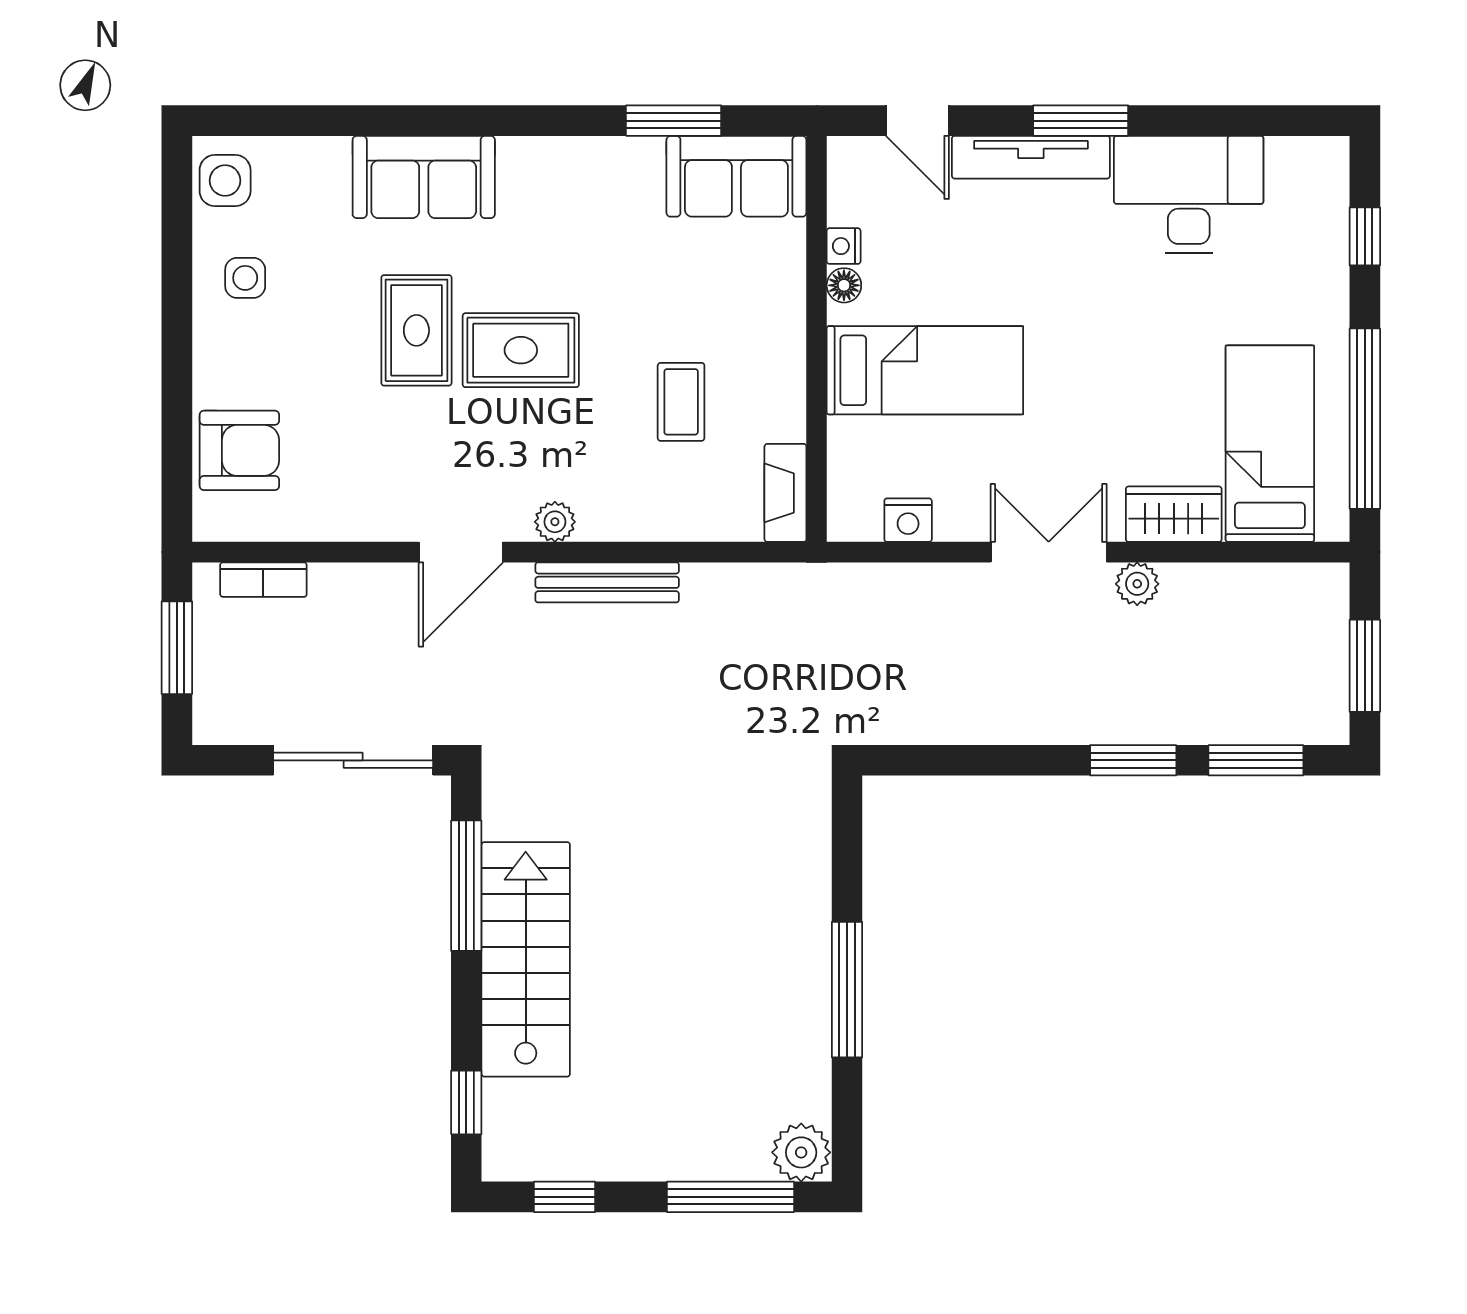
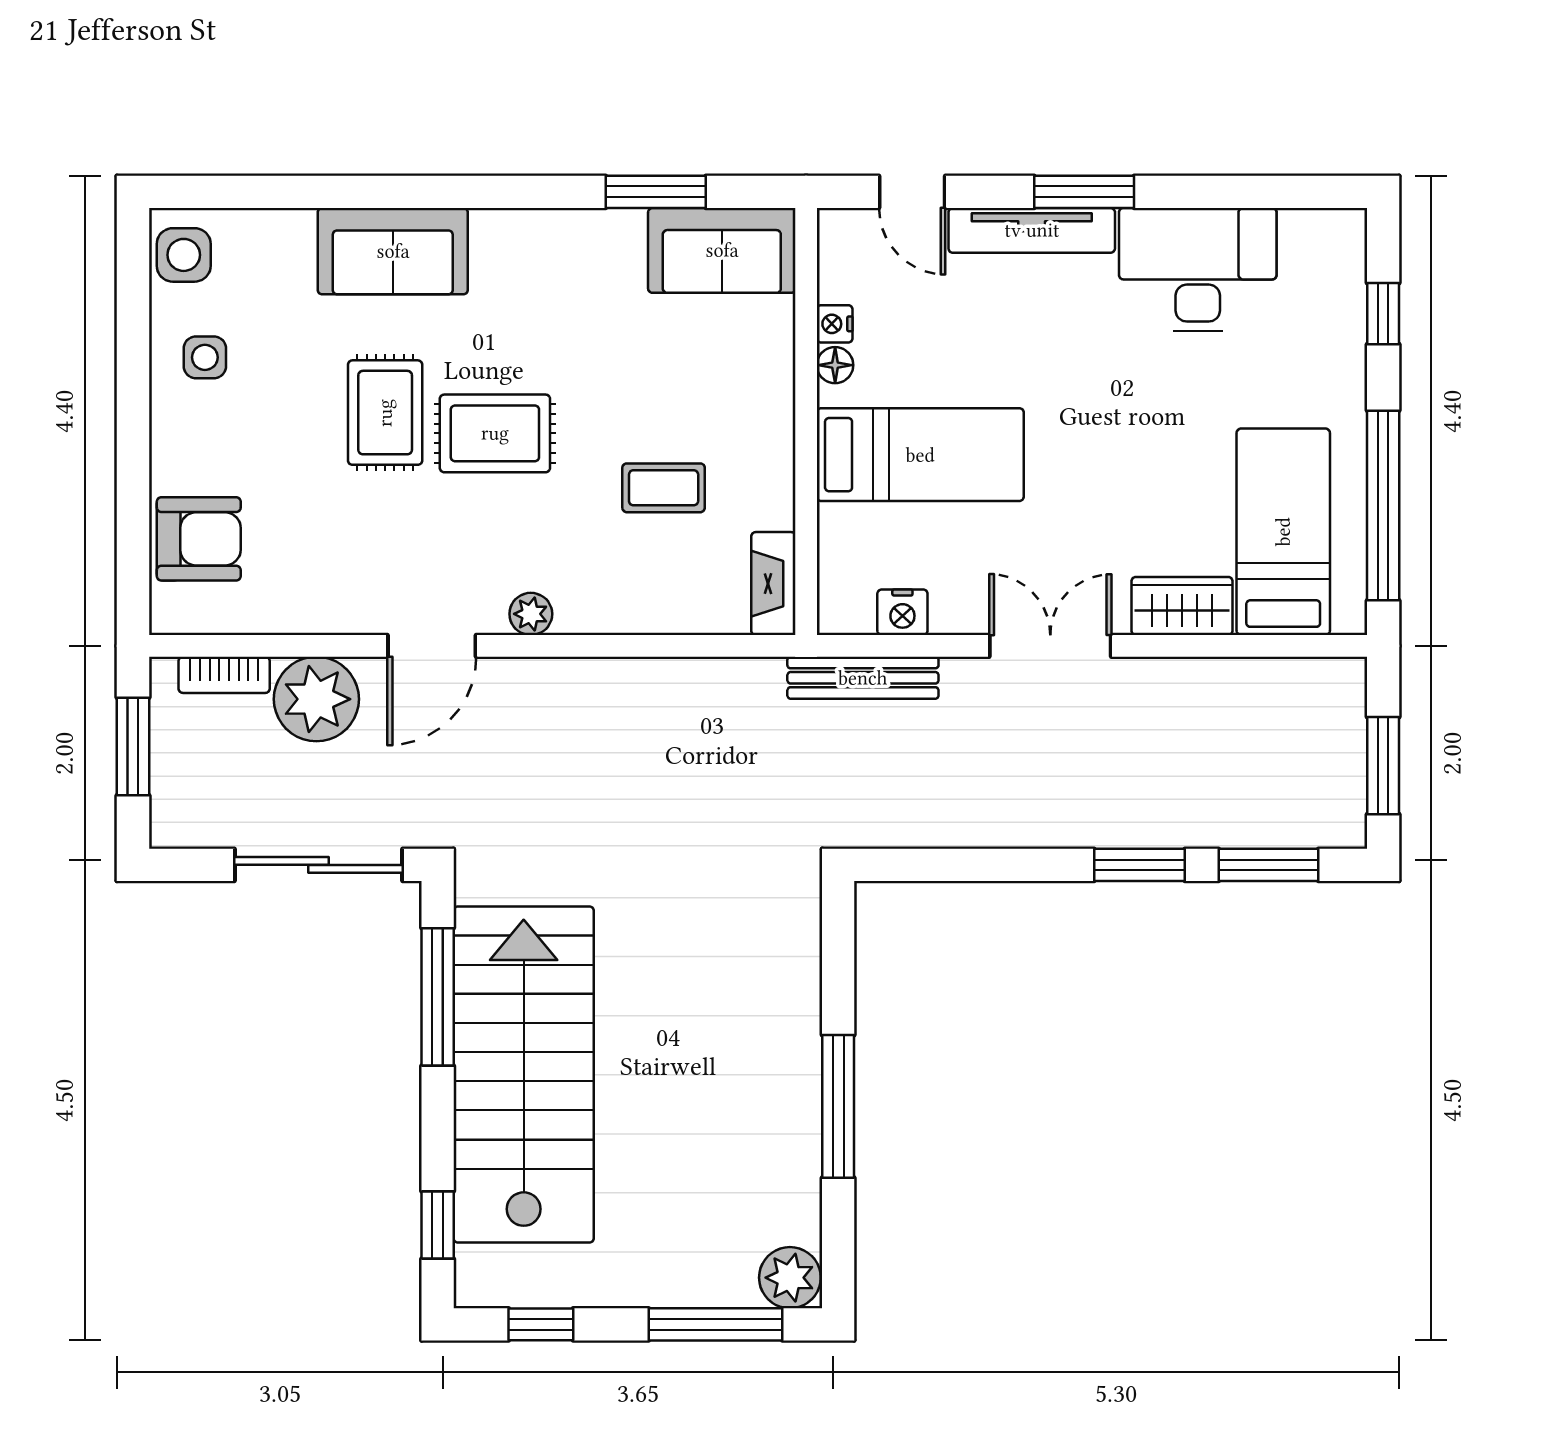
coffee table: (681, 402) -> (664, 488), turned 90
bench: (607, 582) -> (863, 678), moved
plant: (1137, 584) -> (316, 699), moved, width x1.88, depth x1.88
stairs: (526, 959) -> (524, 1074), width x1.36, depth x1.51

